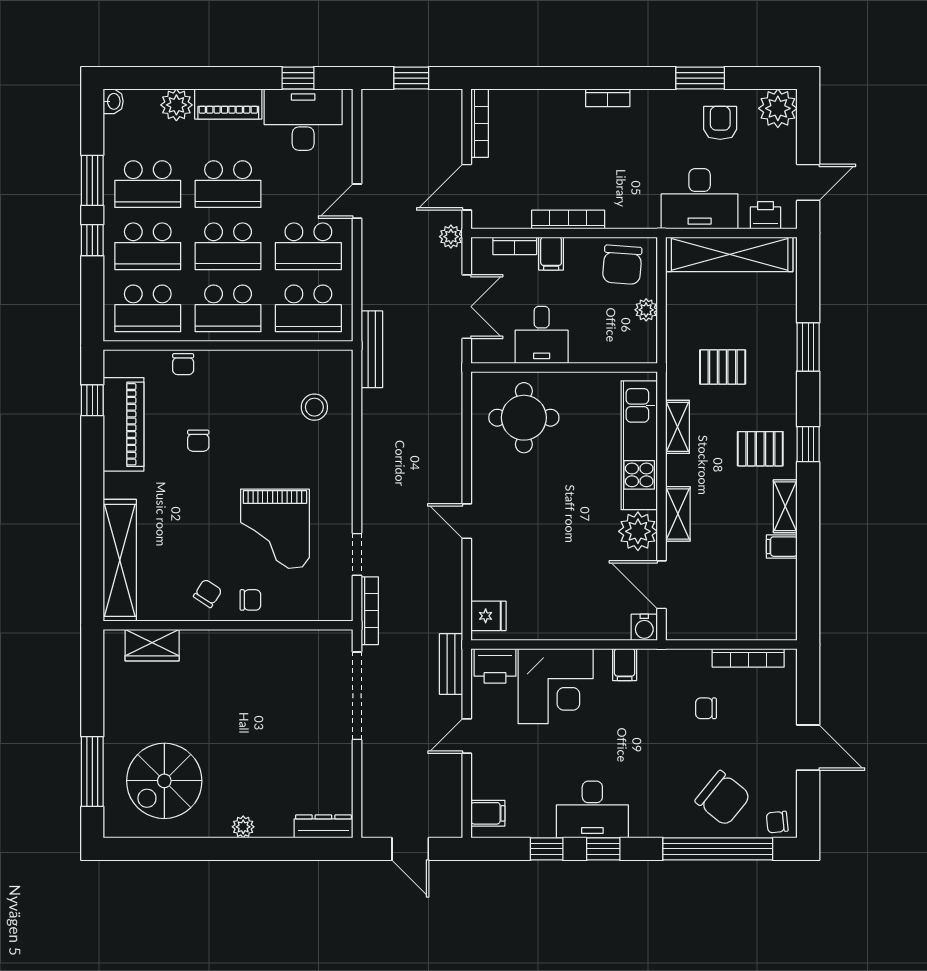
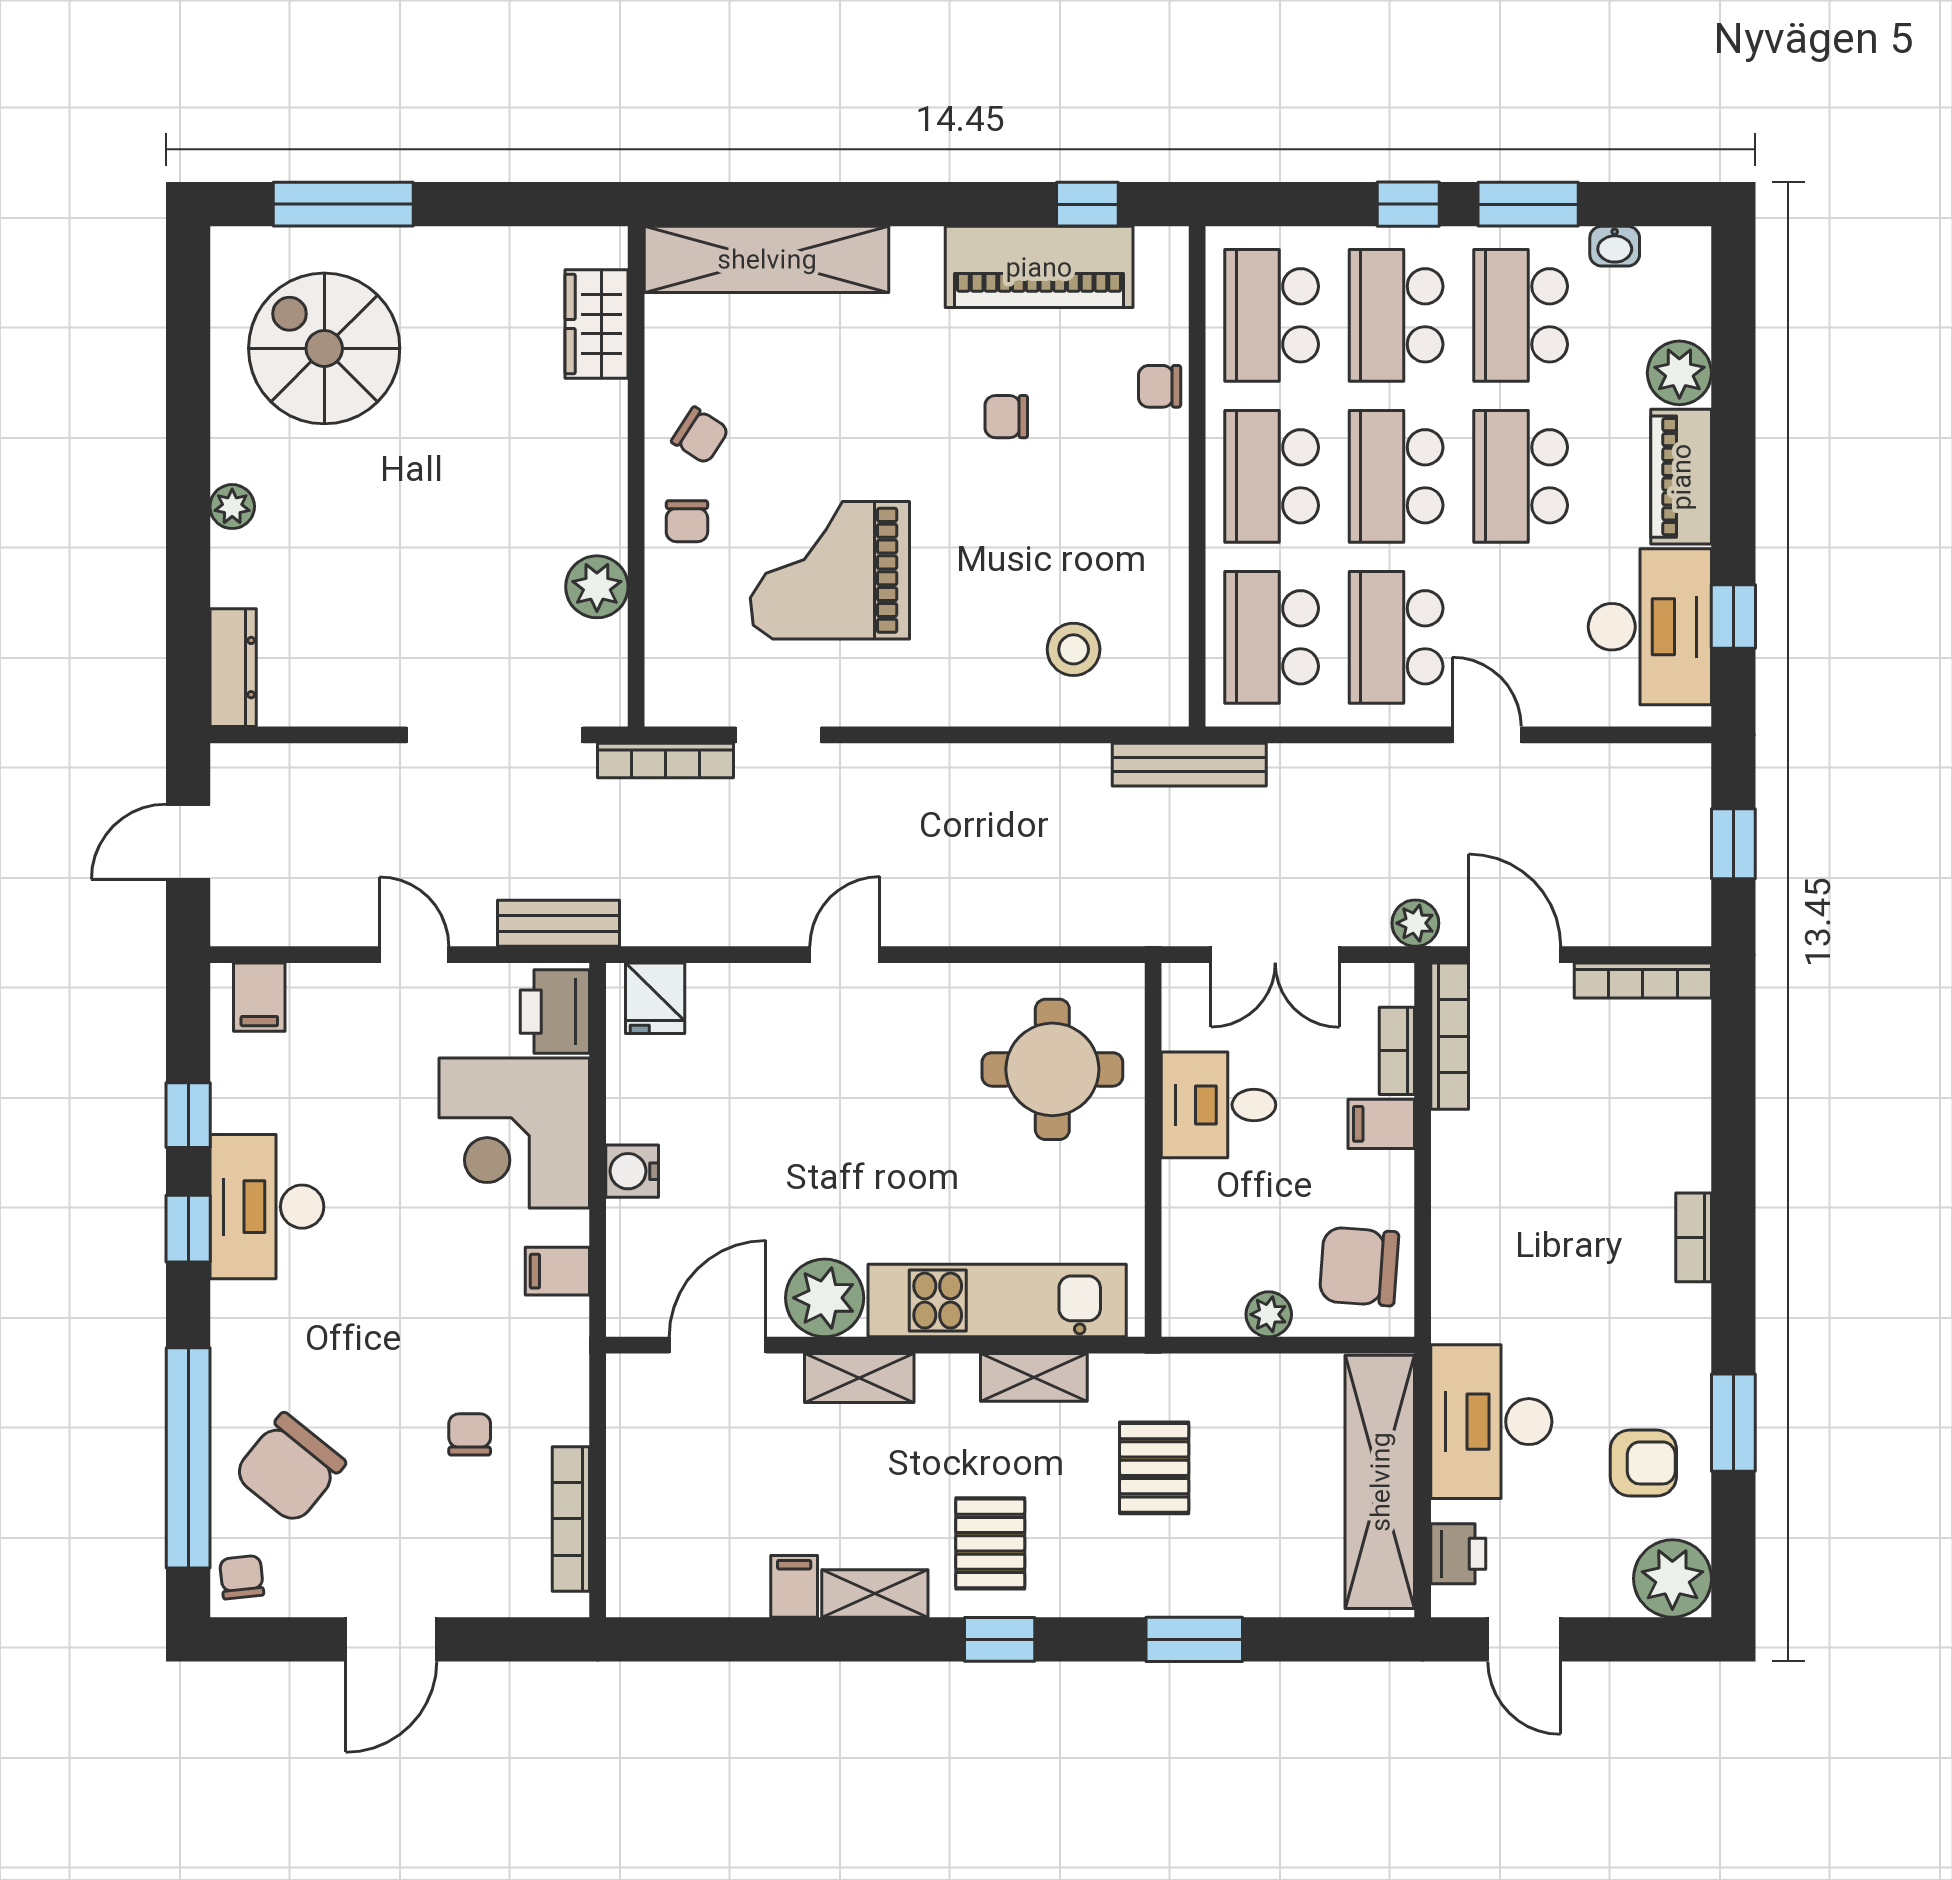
washbasin: (113, 101) -> (1615, 246), moved
bookcase: (568, 220) -> (1450, 1036), moved
water cooler: (644, 627) -> (632, 1171), moved
plant: (283, 645) -> (597, 587), added

